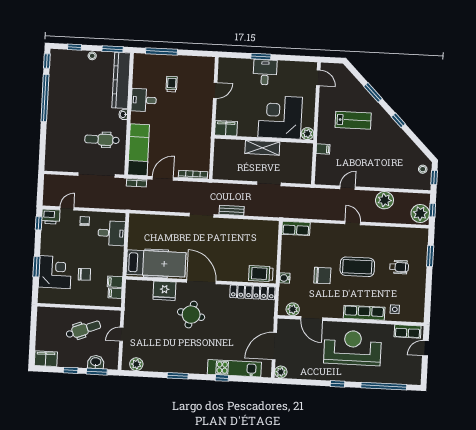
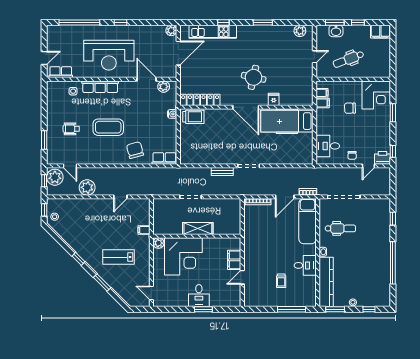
window: (47, 61) -> (393, 219), moved
filing cabinet: (226, 128) -> (234, 260), moved, turned 90
door: (353, 223) -> (70, 166), moved
corner desk: (55, 272) -> (376, 95), moved, turned -90
chair: (322, 276) -> (135, 150), moved, turned 75
fridge: (164, 291) -> (274, 99), width x0.53, depth x0.75

